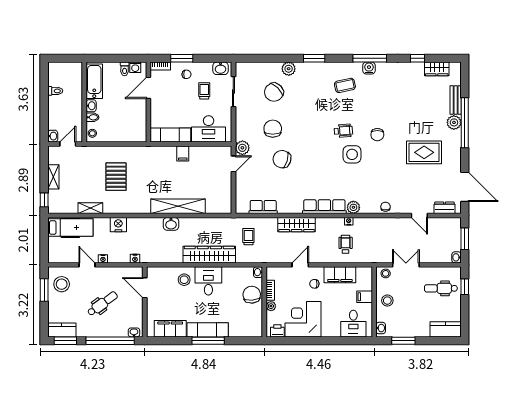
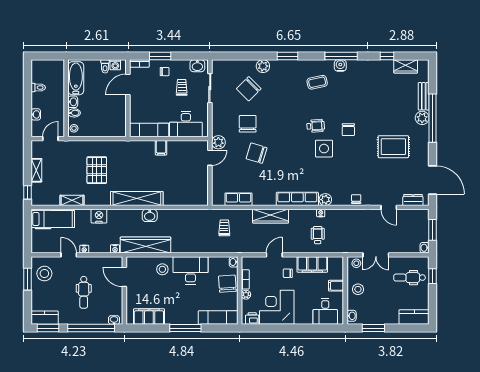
washbasin: (53, 136) -> (36, 114), moved
shelving: (178, 206) -> (137, 199), moved
wardrobe: (209, 255) -> (146, 245), moved
double door: (406, 265) -> (376, 255), swing flipped
desk: (208, 281) -> (190, 270), width x1.37
dental chair: (102, 304) -> (84, 292), turned 126
exam couch: (208, 330) -> (218, 318), moved

